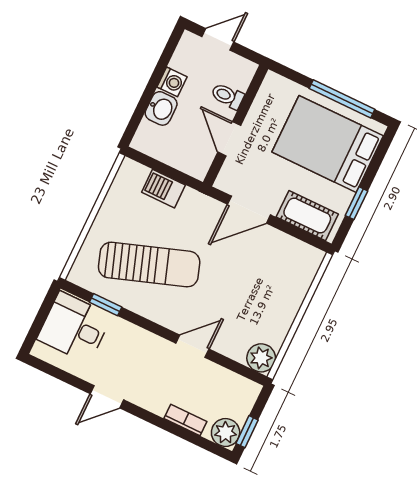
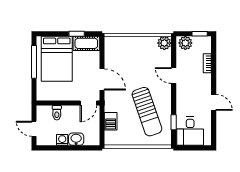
door: (229, 139) -> (88, 103), moved
cot: (307, 216) -> (86, 43), moved, turned 90
sun lounger: (149, 265) -> (147, 112), turned 180
plant: (226, 433) -> (185, 43), moved

